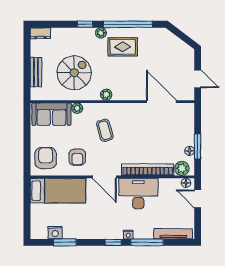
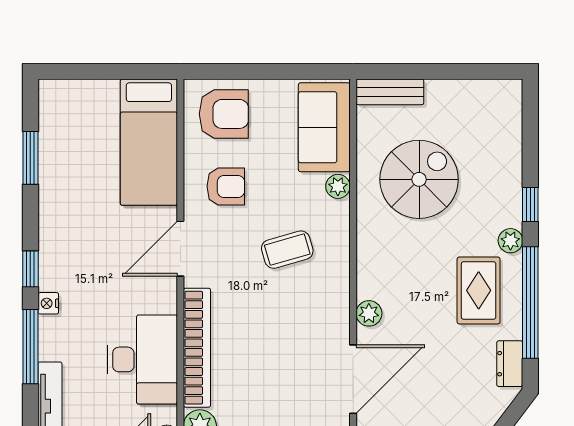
dresser: (40, 33) -> (510, 364), moved
bench: (36, 72) -> (390, 92), moved
spiral stairs: (74, 73) -> (419, 179), turned -90
plant: (106, 95) -> (369, 313), moved
armchair: (77, 157) -> (226, 186), turned 180
desk: (138, 194) -> (142, 359), moved
nightstand: (55, 233) -> (53, 136), removed

